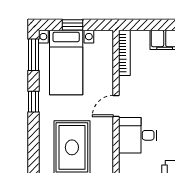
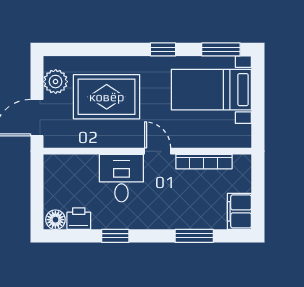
window: (73, 25) -> (258, 98), removed
bookcase: (124, 53) -> (204, 162), moved

